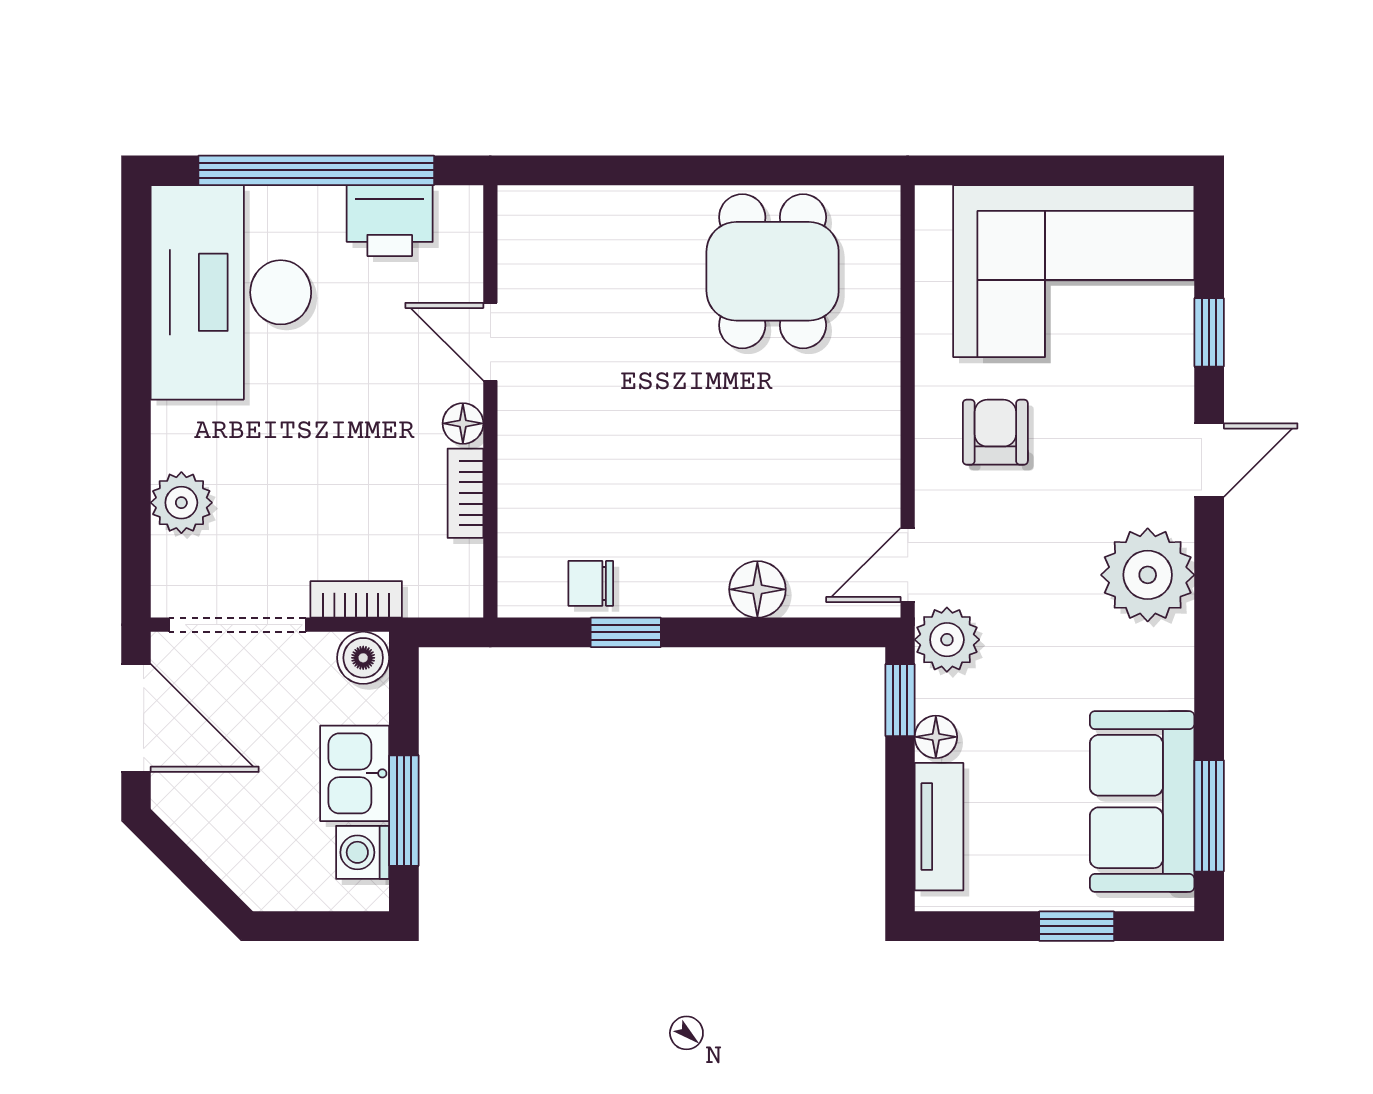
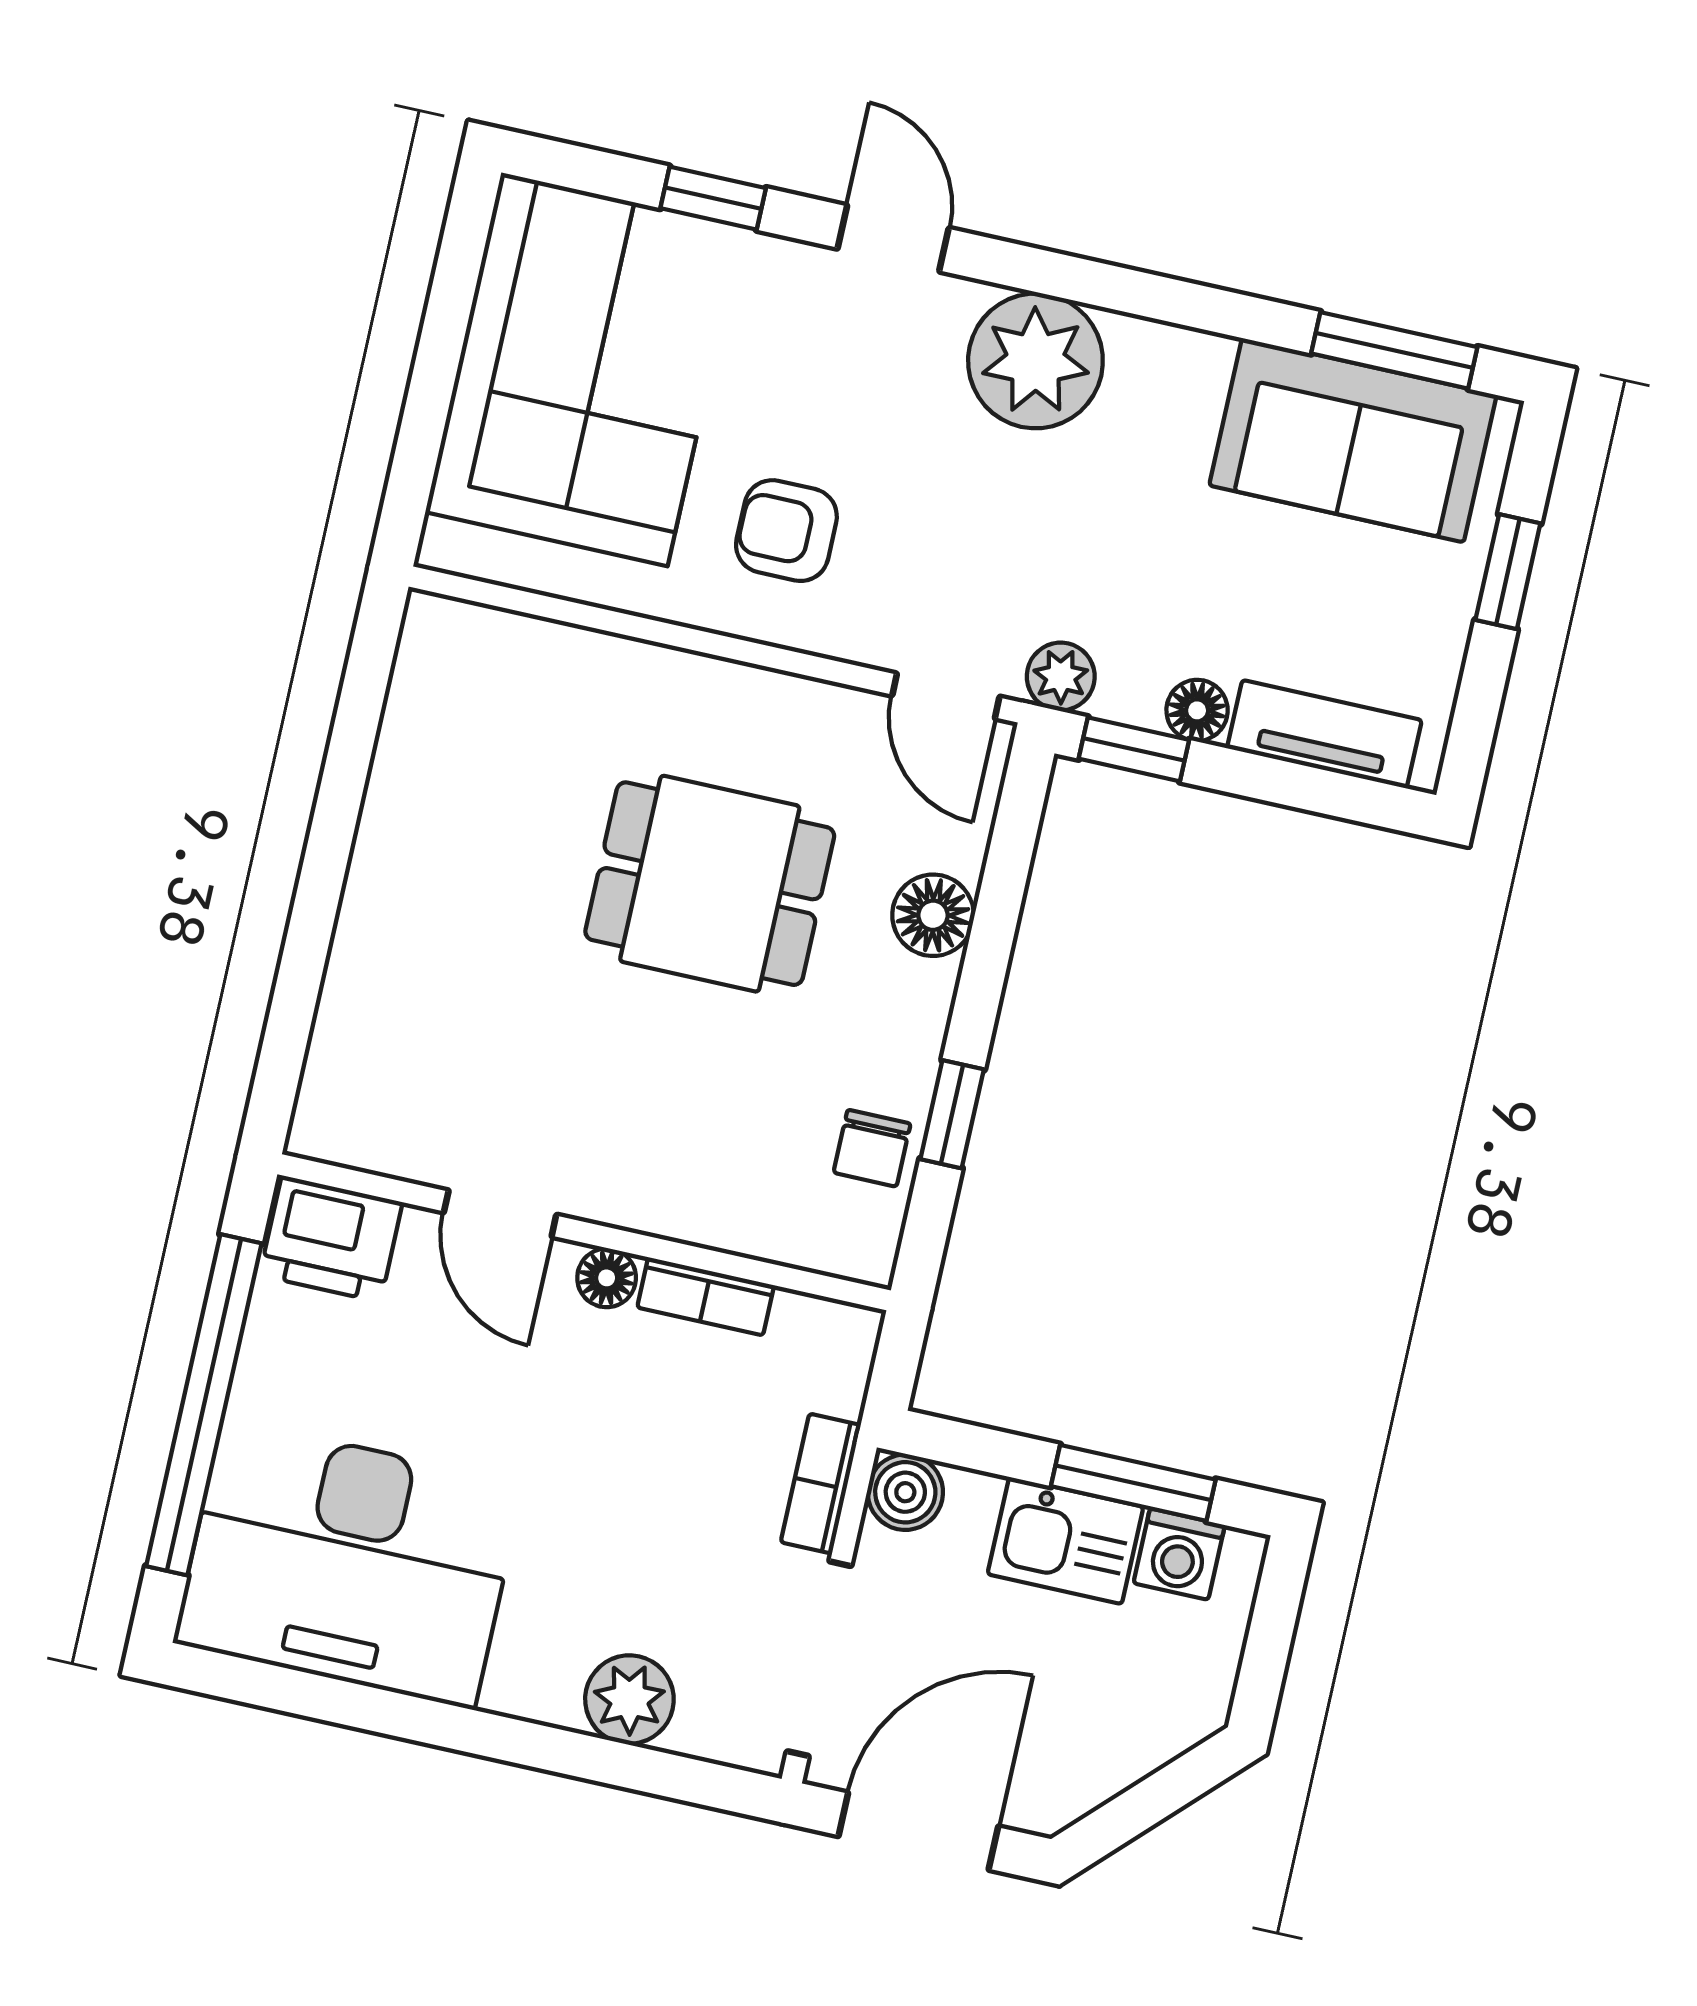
printer: (390, 221) -> (331, 1239), moved, turned 90
dining table: (773, 271) -> (710, 884), moved
door: (490, 342) -> (500, 1214), hinge flipped
plant: (947, 640) -> (1061, 676), width x0.73, depth x0.73

